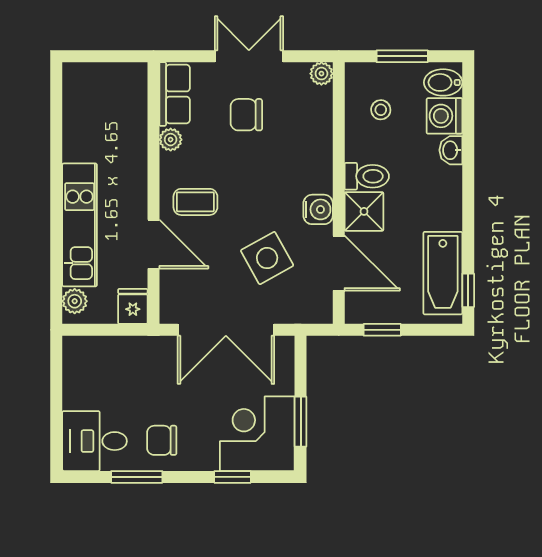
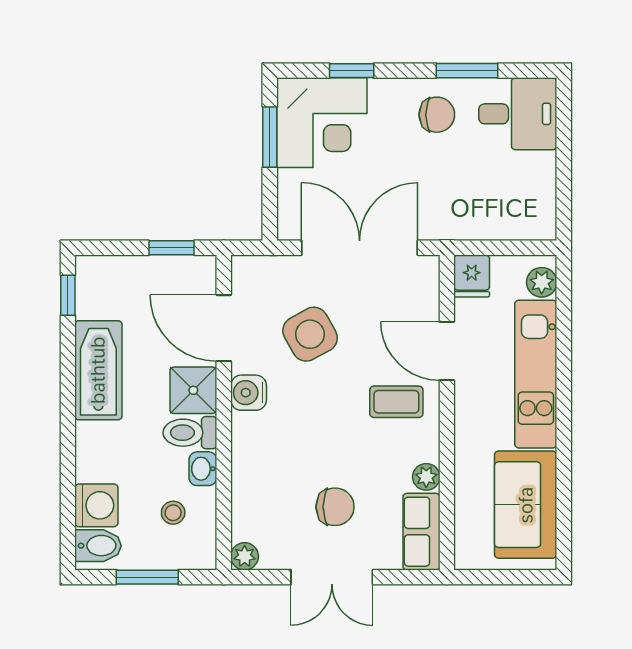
sofa: (88, 117) -> (526, 505), added
washbasin: (451, 150) -> (203, 469), moved, turned 180
bathtub: (443, 273) -> (98, 370), moved

